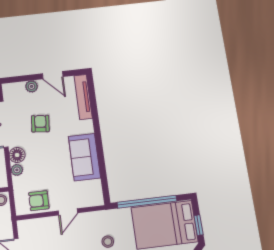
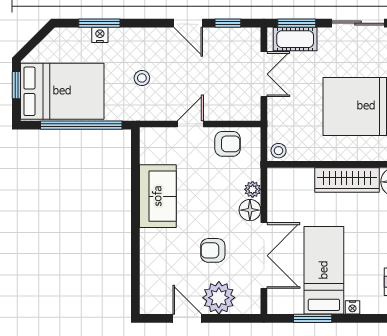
plant: (32, 86) -> (219, 298), width x1.88, depth x1.88
tv unit: (83, 97) -> (148, 282), removed
armchair: (40, 124) -> (213, 250), turned 85

